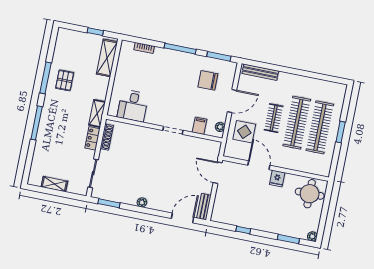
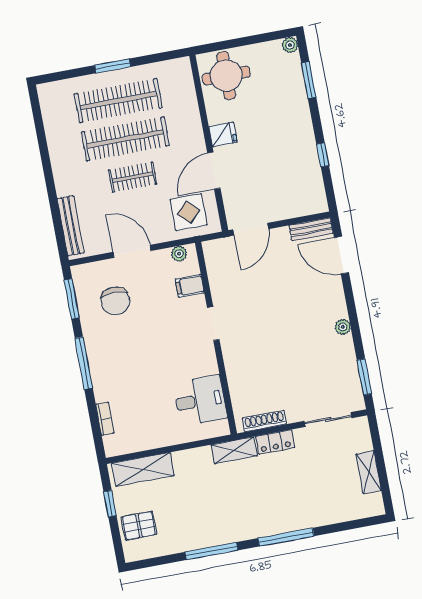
pallet: (65, 80) -> (139, 526), moved
display table: (244, 132) -> (188, 212), moved

